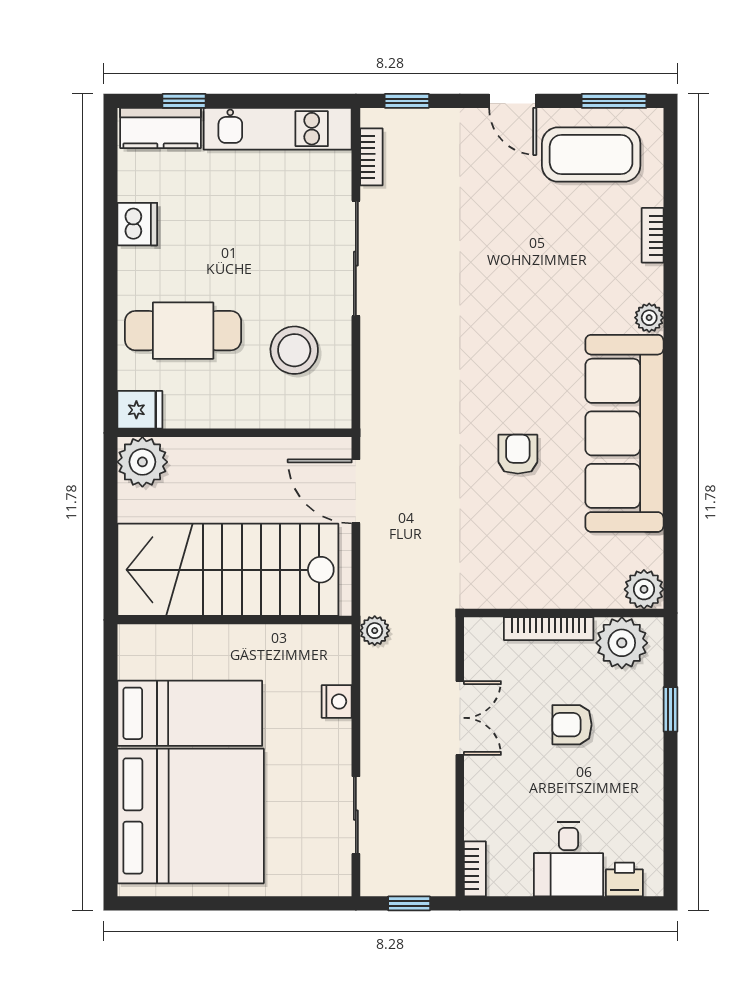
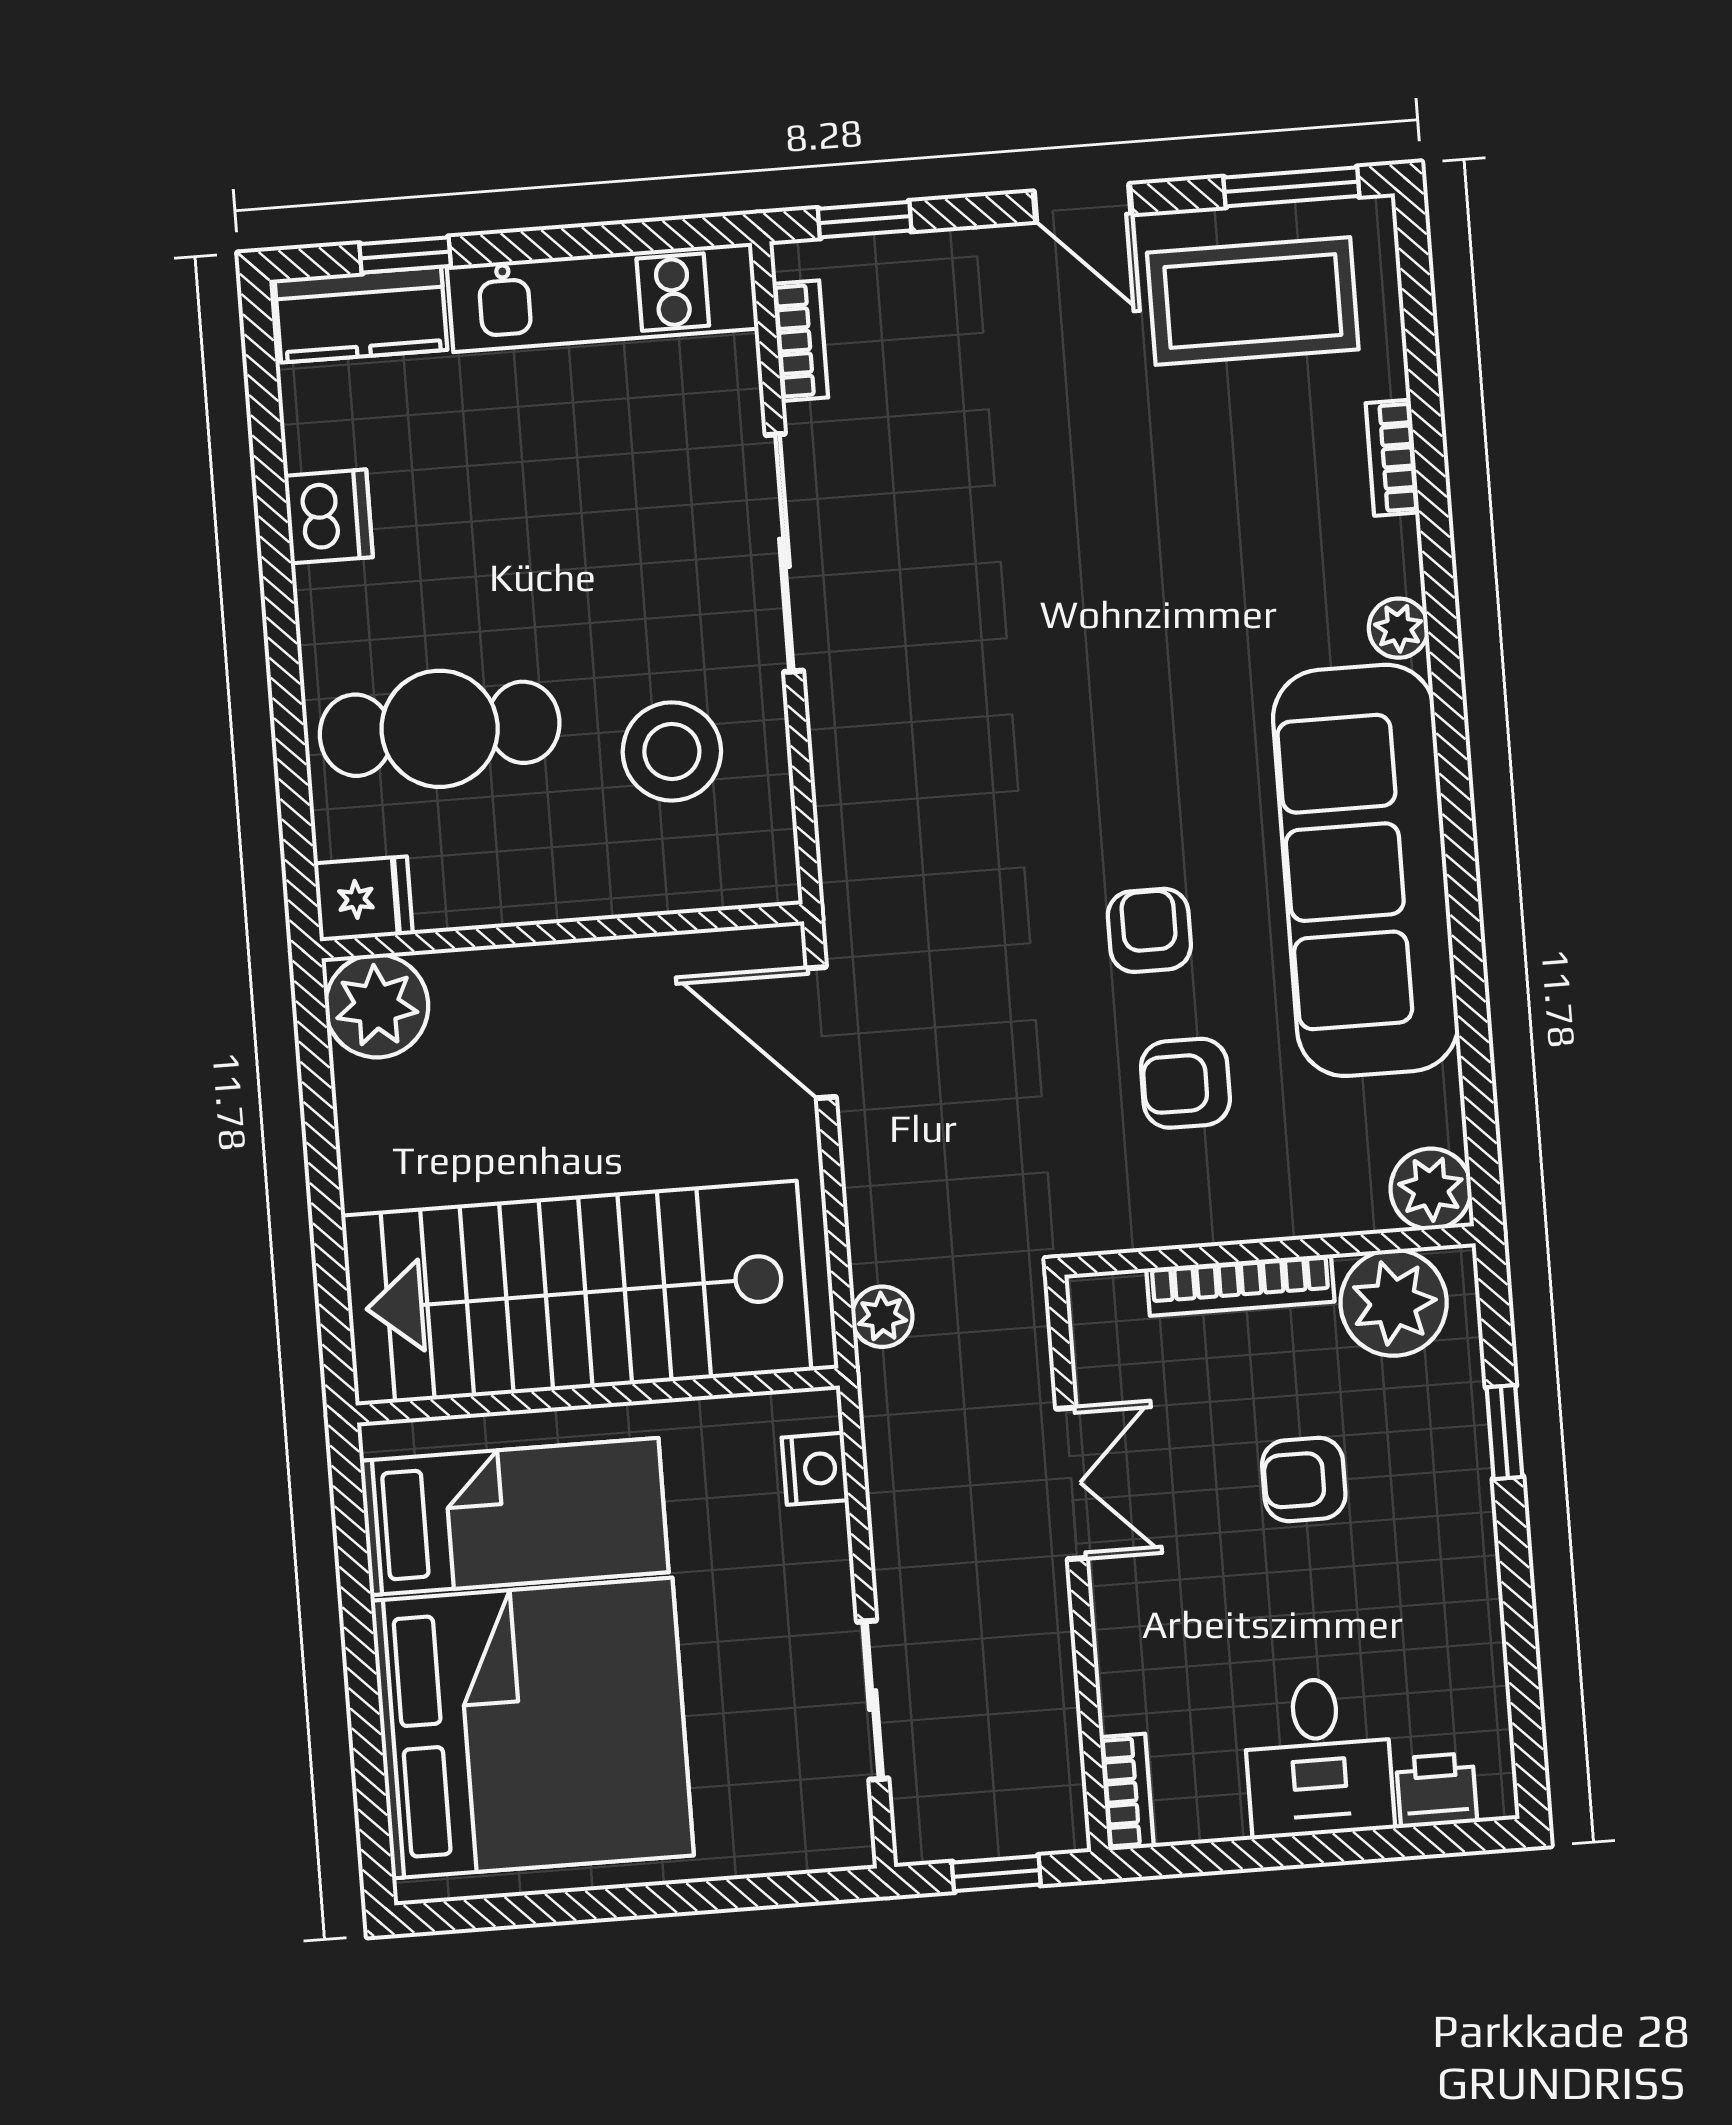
armchair: (530, 529) -> (1185, 1083), added
stairs: (228, 570) -> (576, 1293), moved
wall: (235, 620) -> (598, 1396), moved

